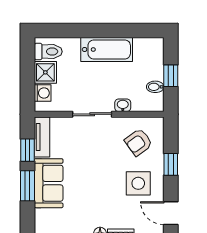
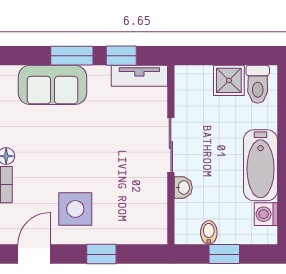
washing machine: (43, 93) -> (266, 214), moved, turned 90
armchair: (139, 142) -> (132, 209), removed
sofa: (49, 183) -> (52, 85), moved

